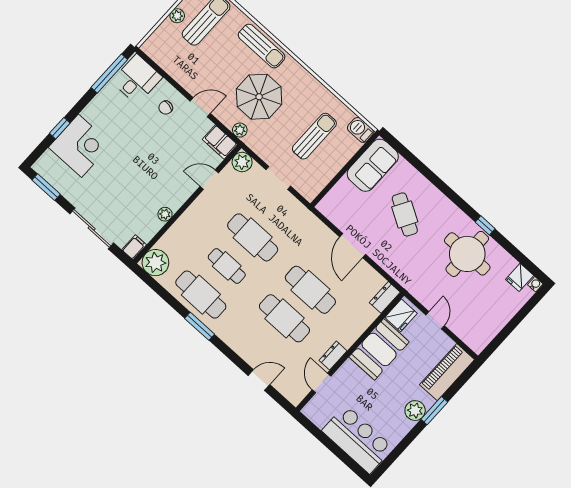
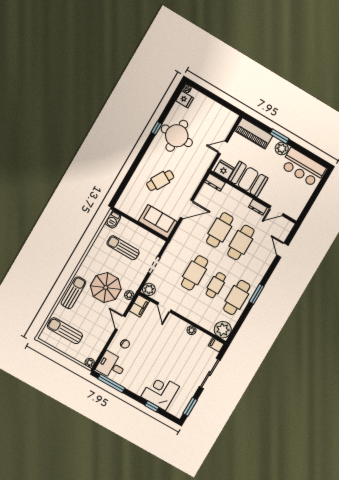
plant: (177, 16) -> (90, 363), moved
sofa: (373, 165) -> (158, 221), moved
bar counter: (358, 439) -> (303, 167), moved, turned -90

